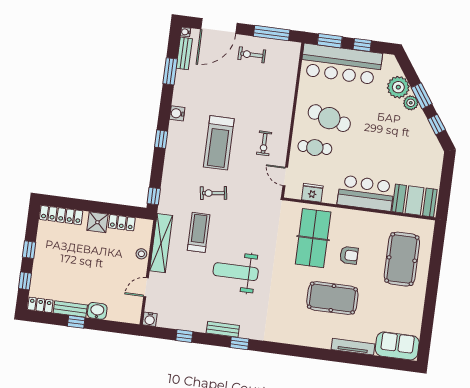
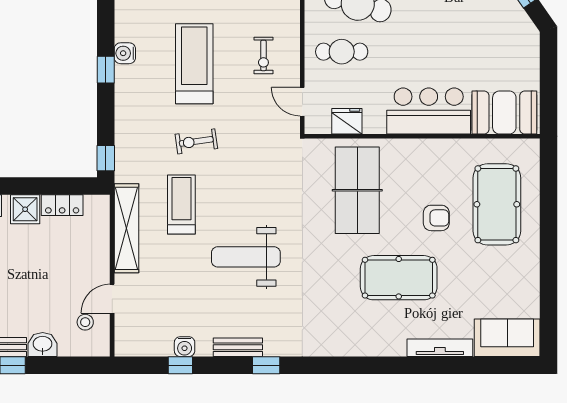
water cooler: (177, 113) -> (125, 53), moved
treadmill: (219, 143) -> (194, 64), turned 180
stool: (141, 254) -> (85, 322), moved
armchair: (349, 255) -> (436, 218), moved
water cooler: (150, 319) -> (185, 347), moved

